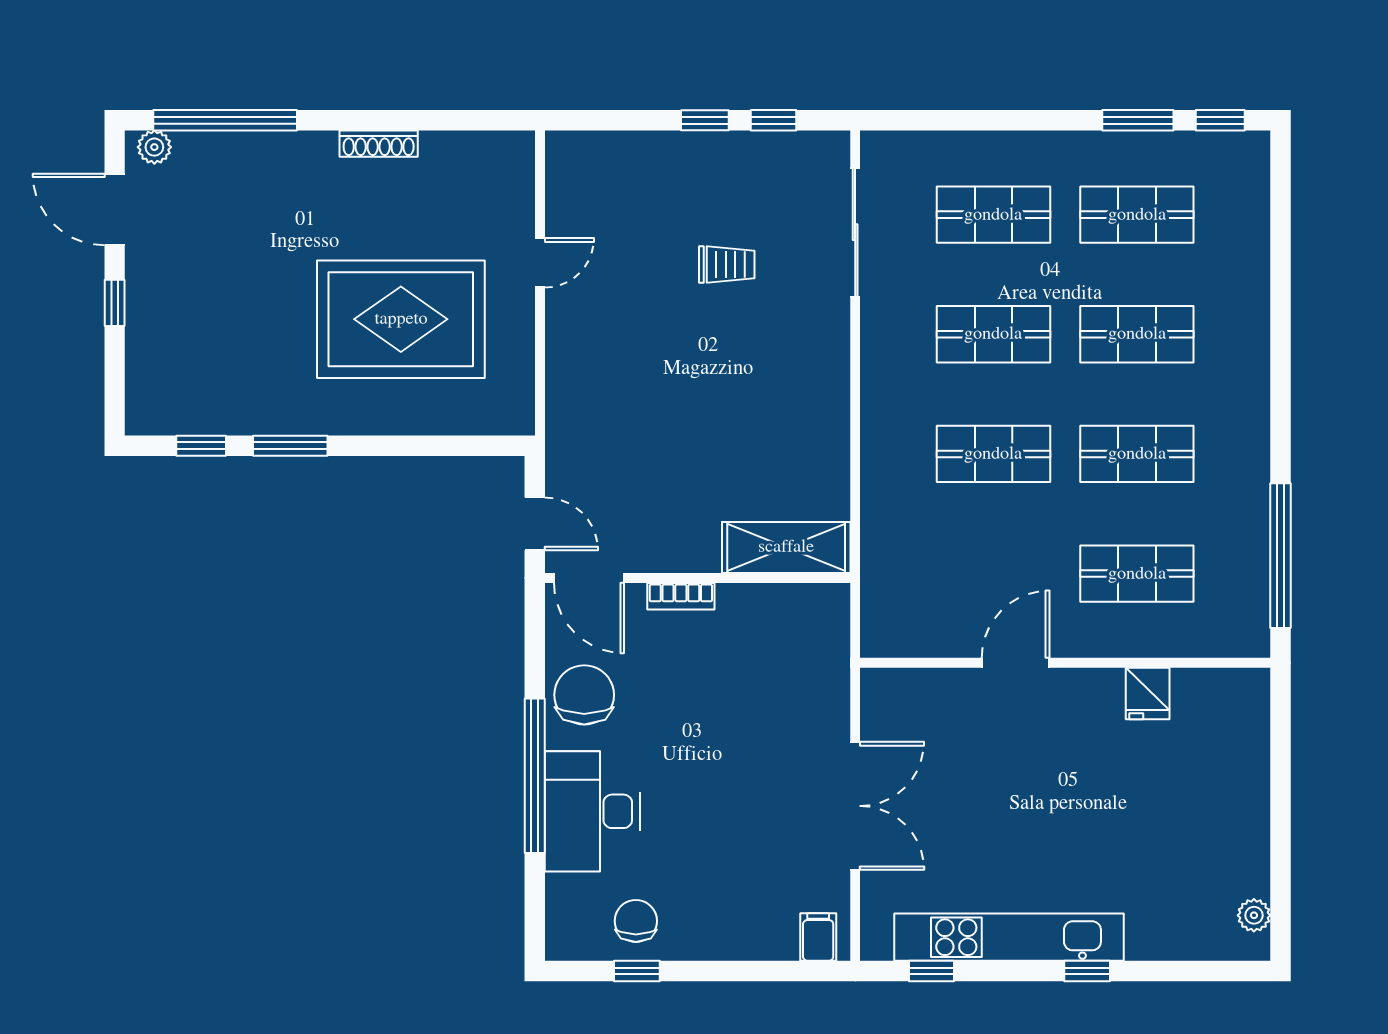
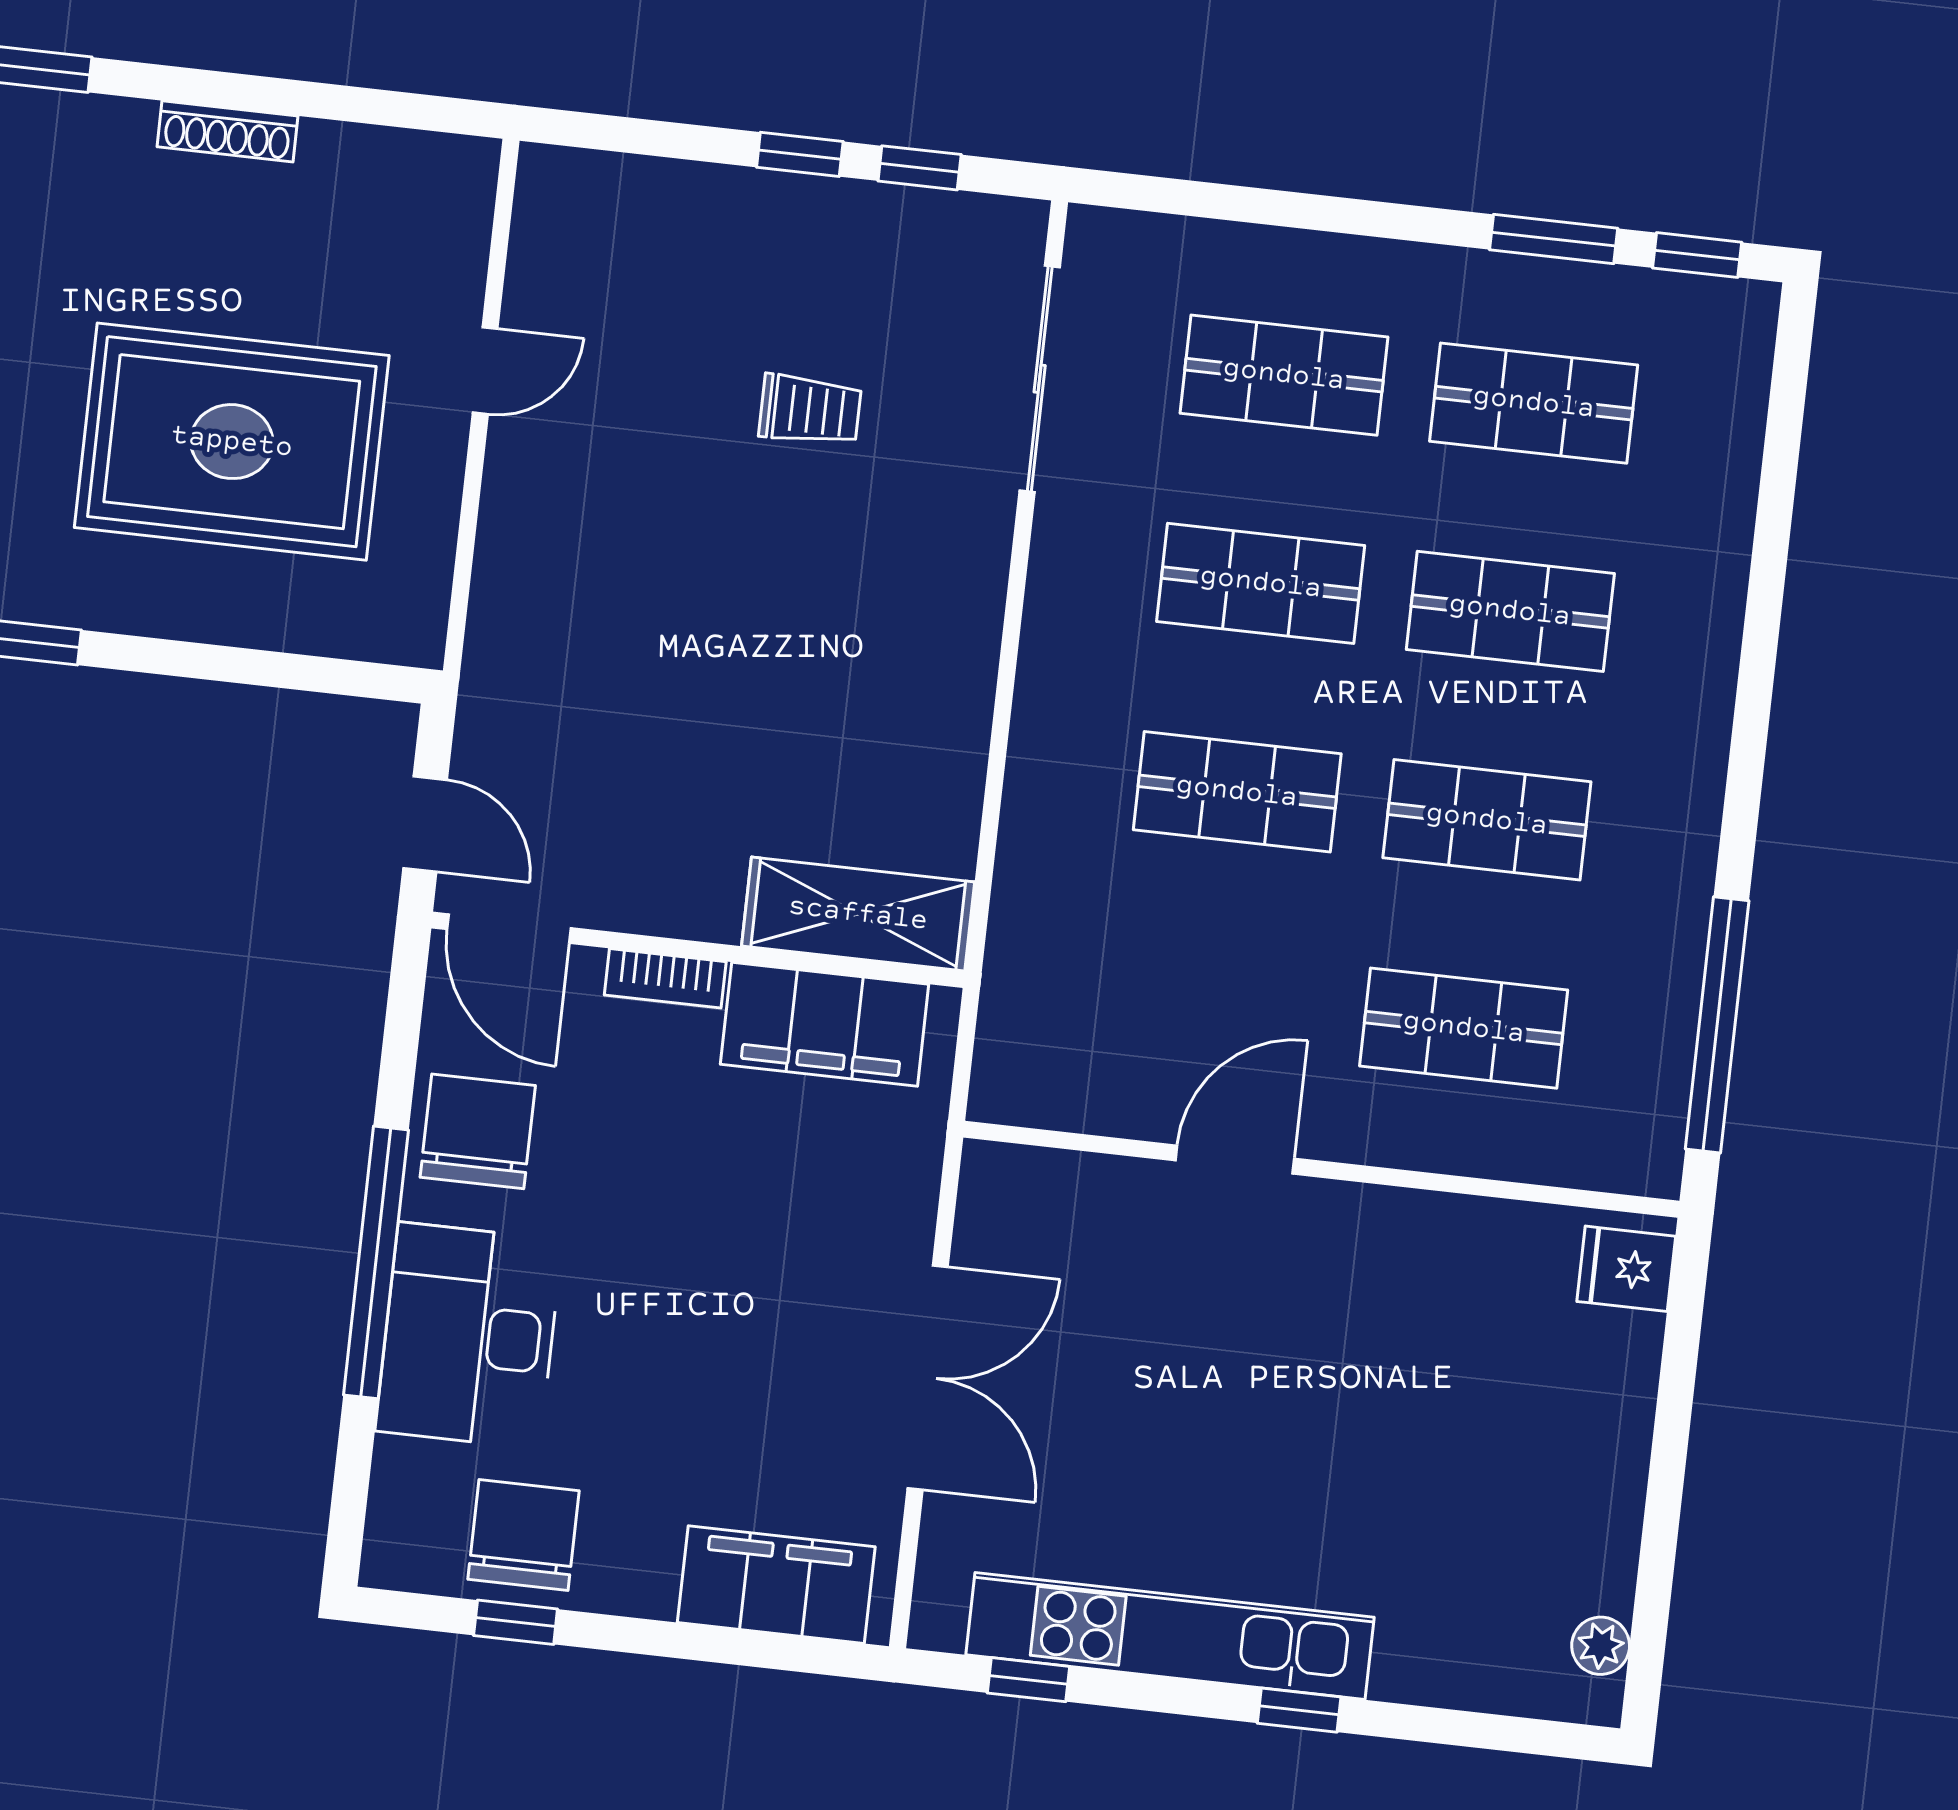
filing cabinet: (774, 612) -> (825, 1024), added
fridge: (1148, 694) -> (1626, 1269), moved, turned 90
chair: (636, 921) -> (523, 1535), width x1.37, depth x1.37
filing cabinet: (818, 937) -> (776, 1585), width x3.00, depth x1.17

